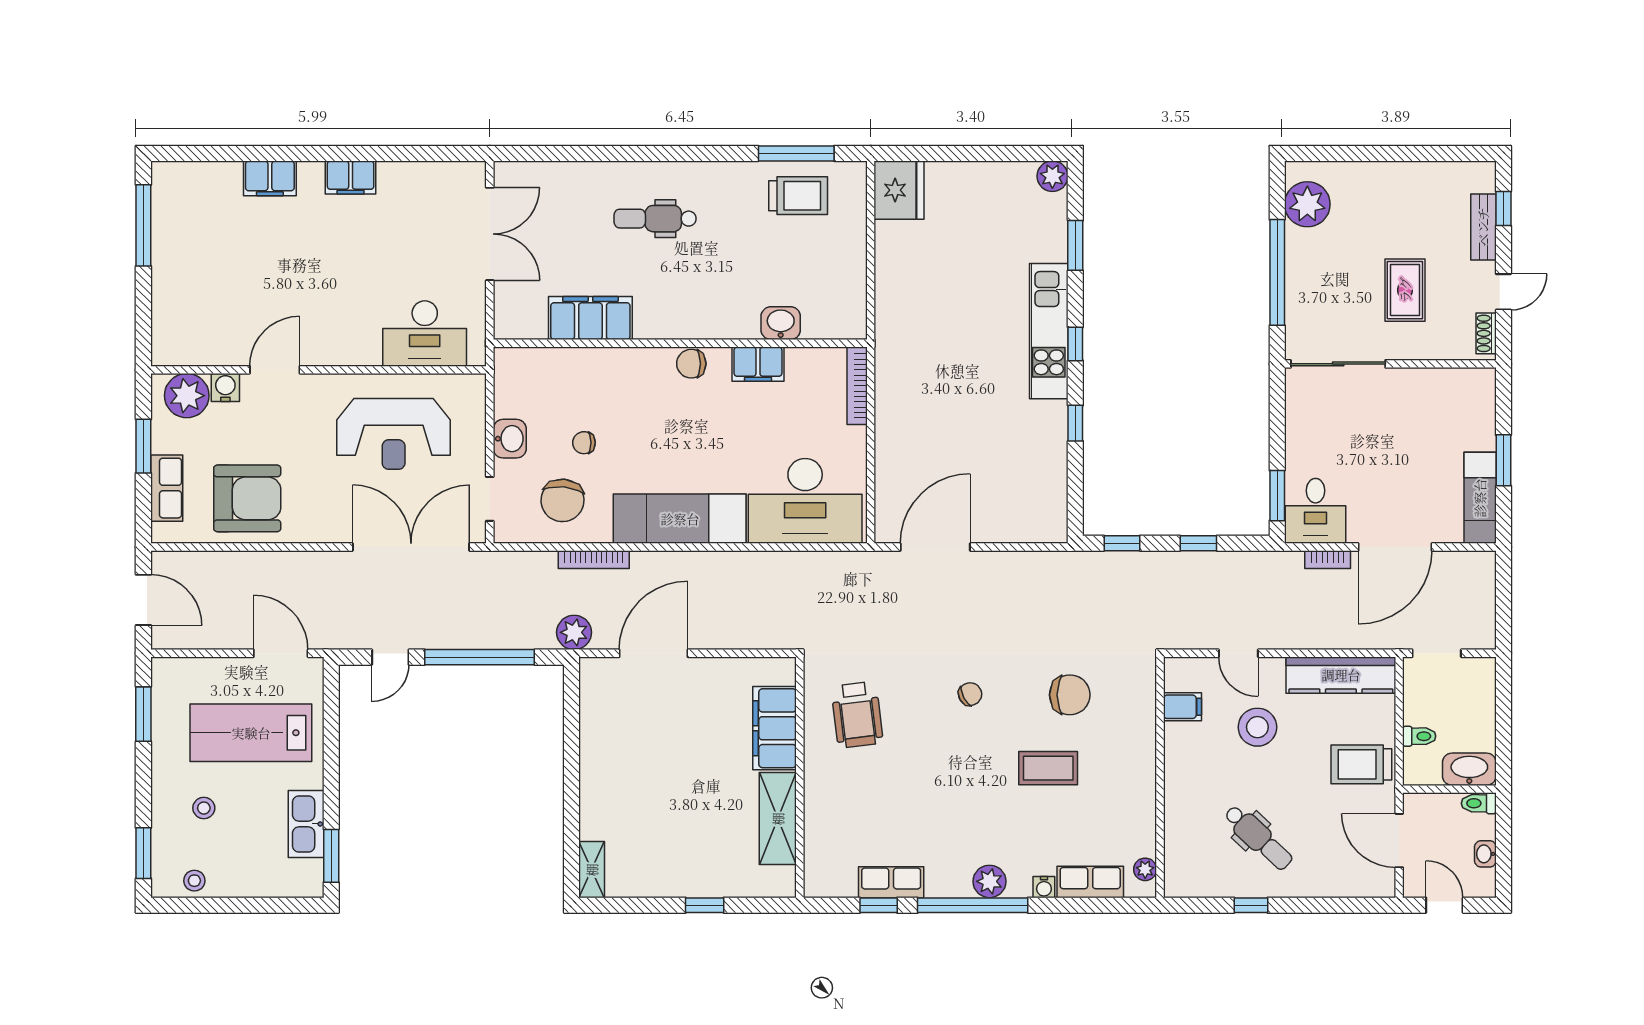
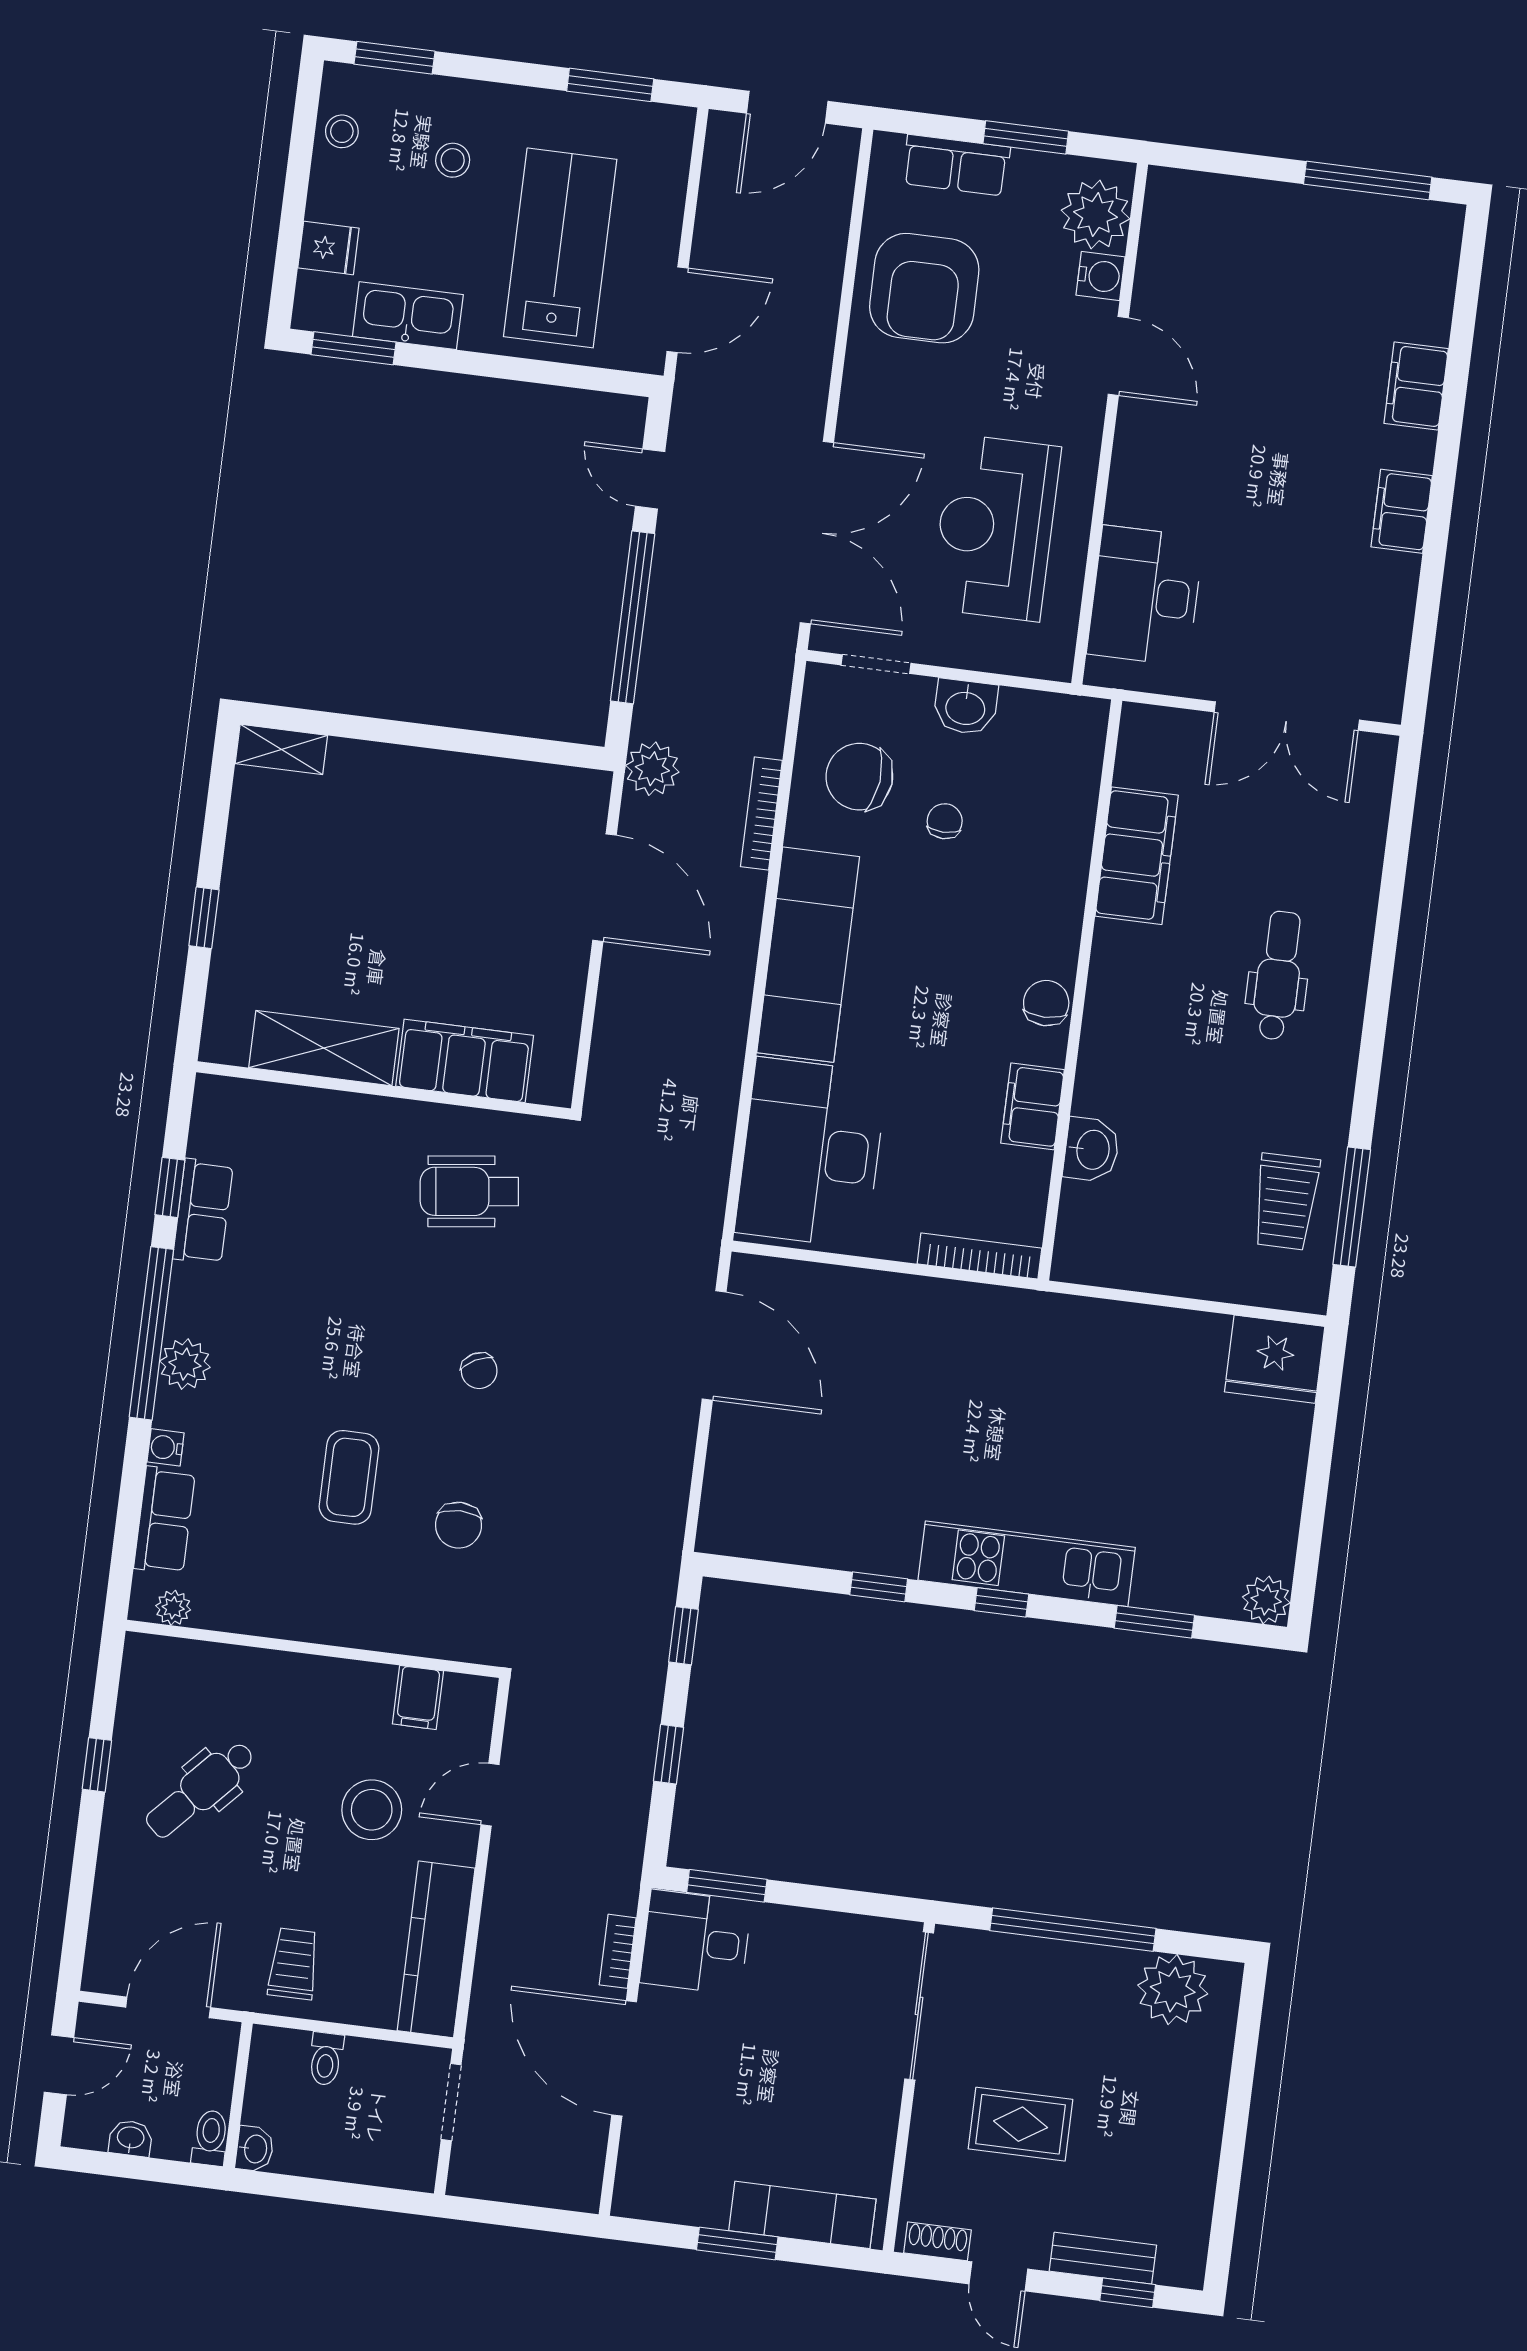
exam couch: (1480, 498) -> (802, 2215), moved
chair: (1070, 695) -> (458, 1525), width x0.73, depth x0.73
trolley: (1361, 764) -> (294, 1964), width x0.73, depth x0.72
washbasin: (1469, 769) -> (255, 2149), width x0.52, depth x0.69
fridge: (269, 880) -> (328, 248), added

